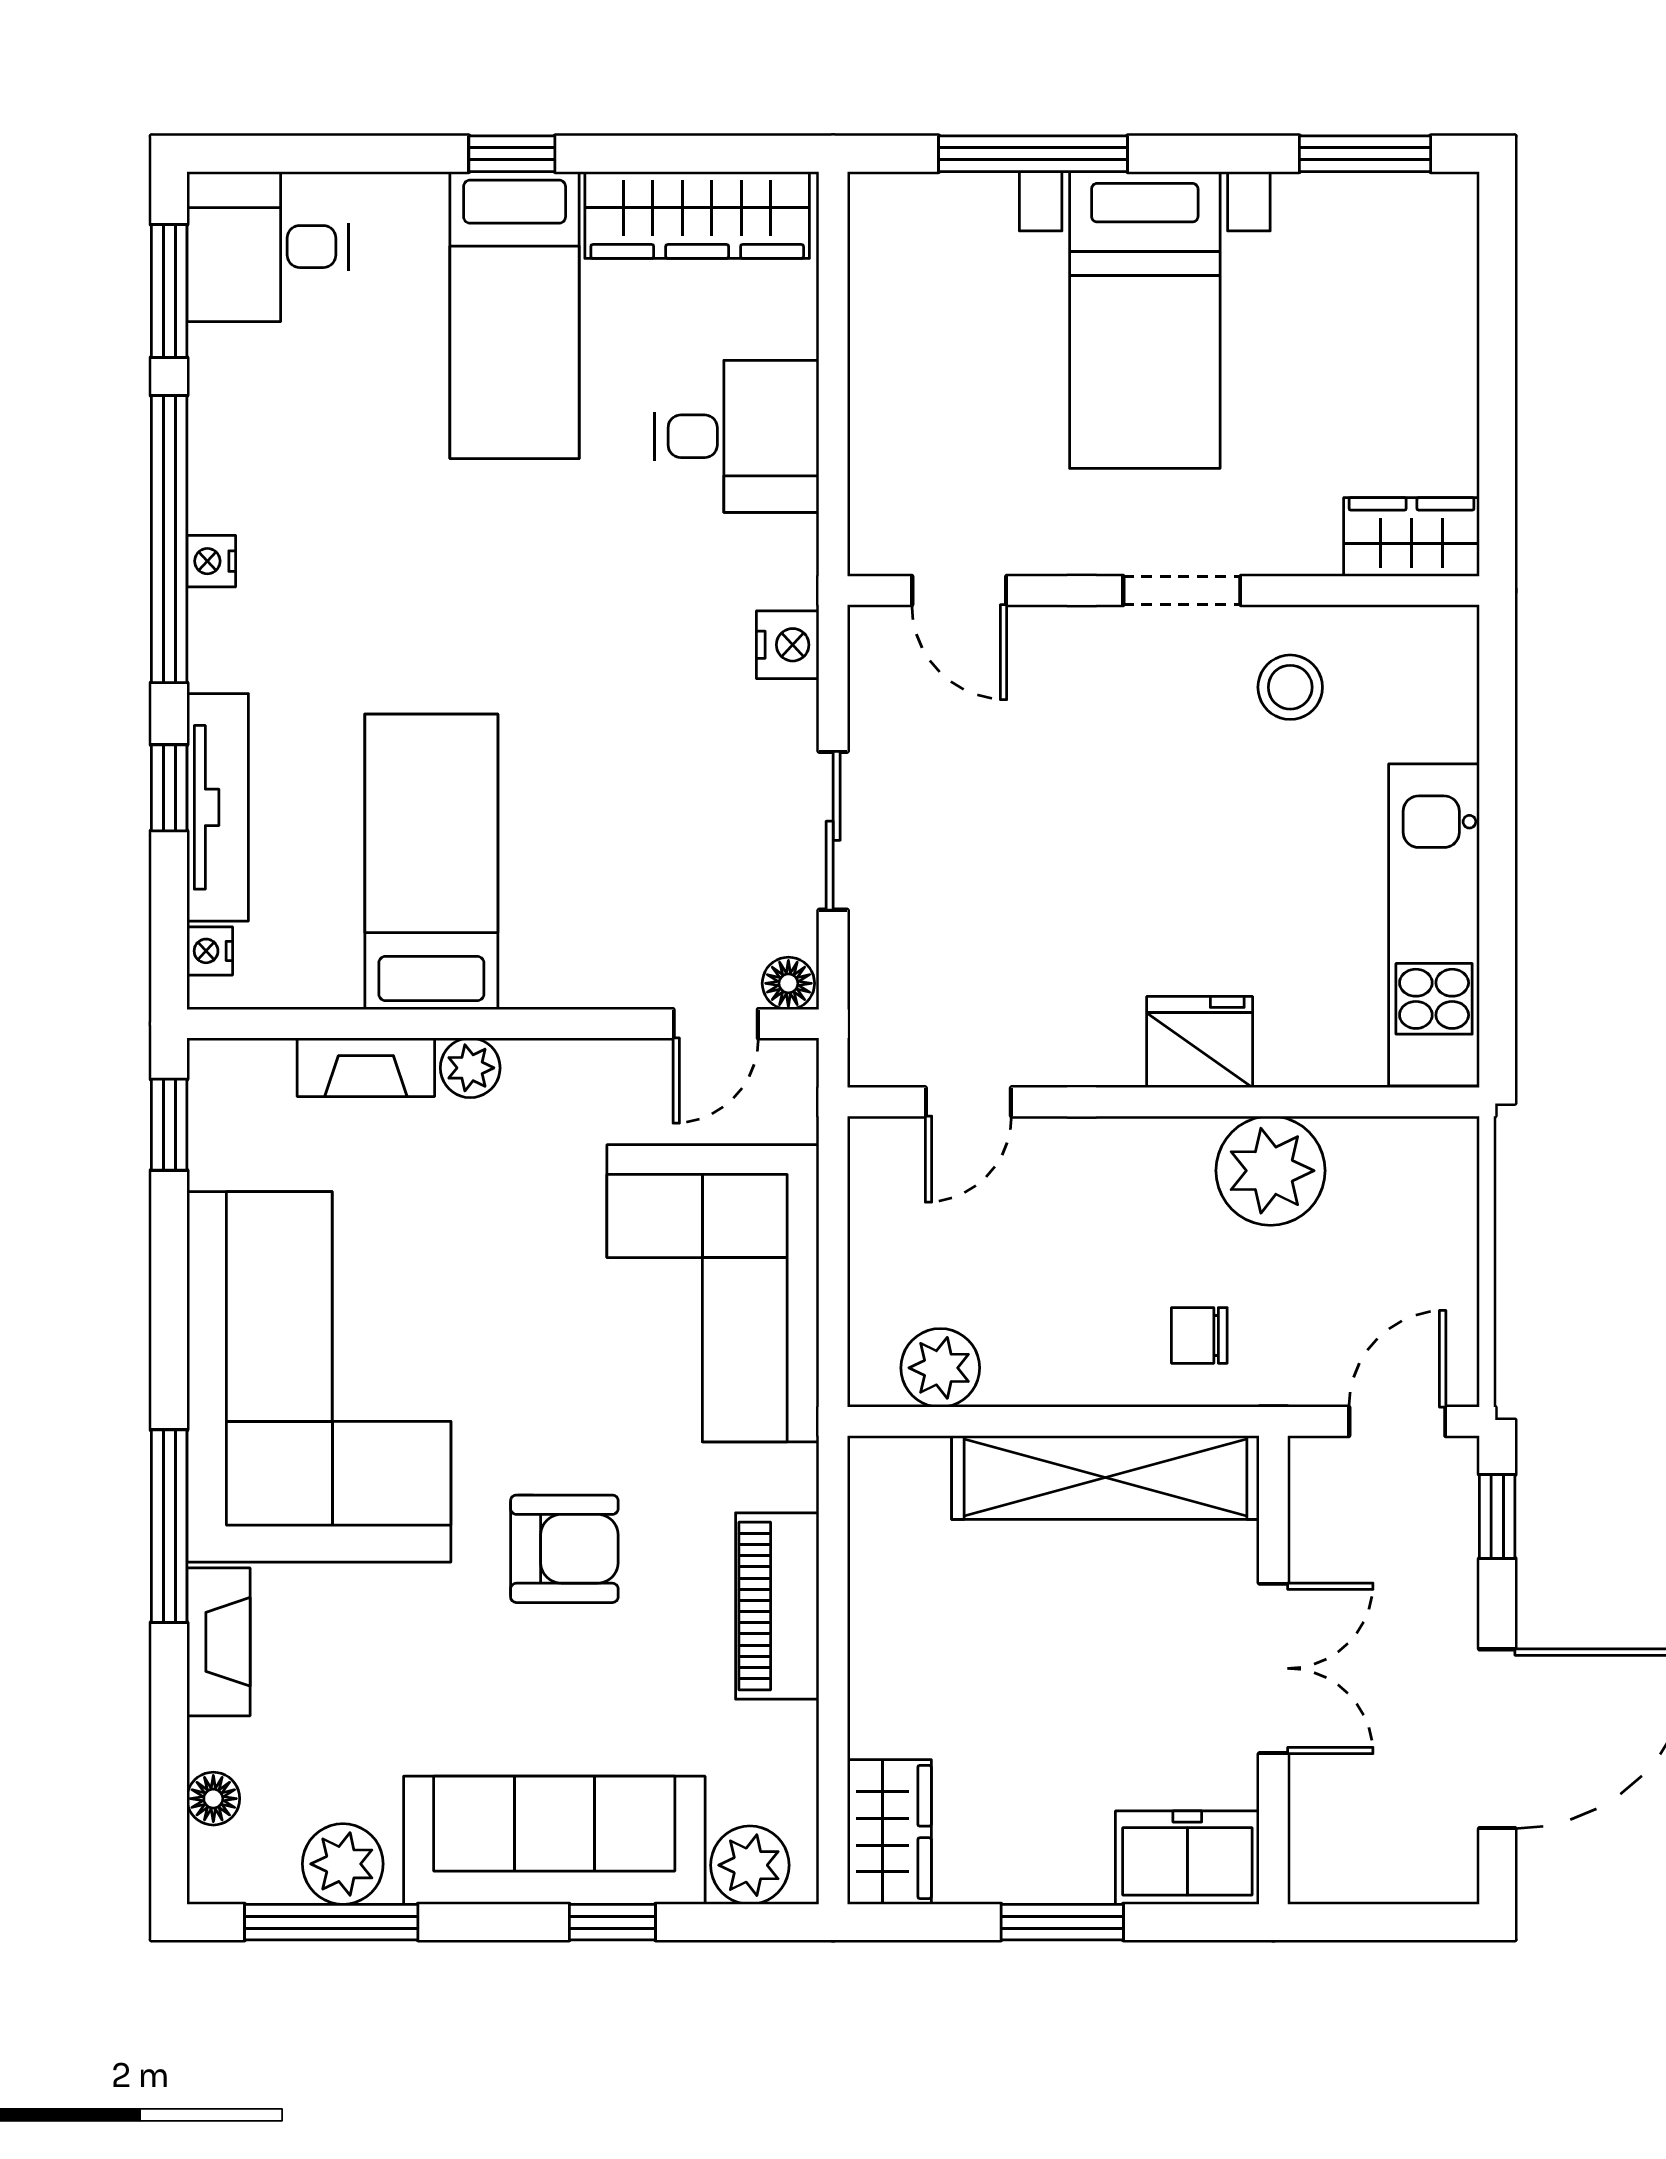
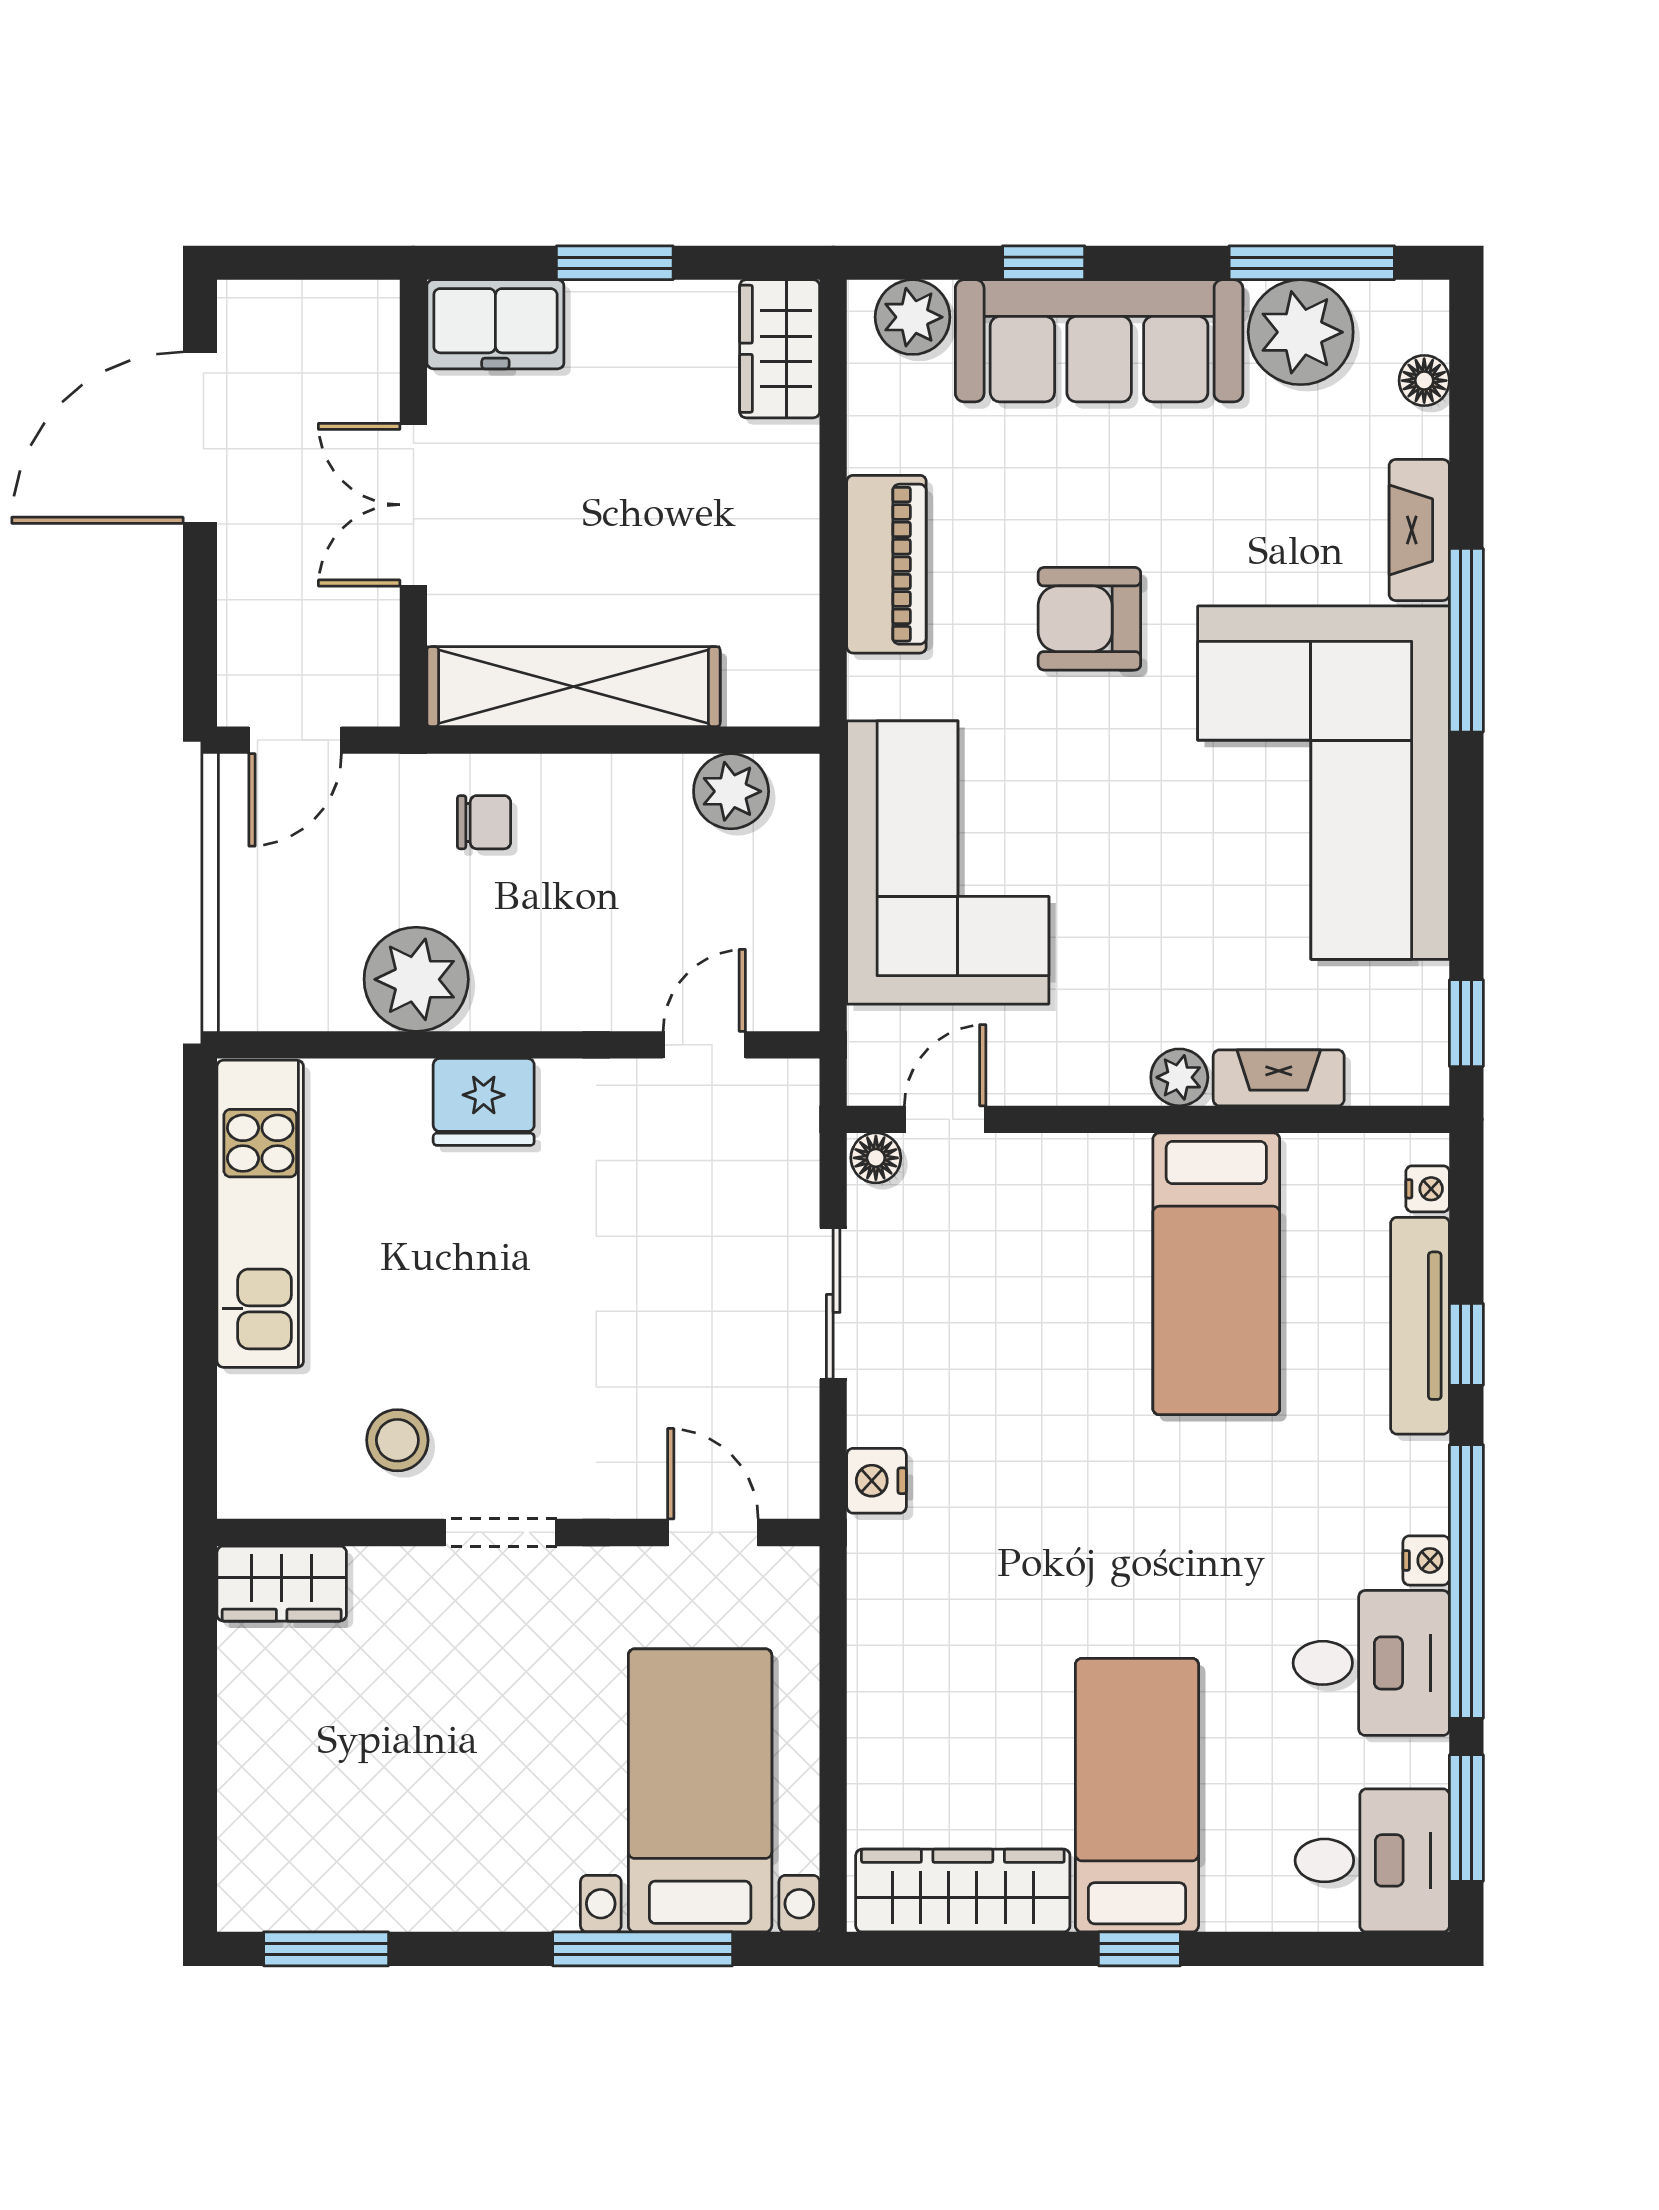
bed with nightstands: (1145, 320) -> (700, 1790), moved
desk: (737, 436) -> (1371, 1663), moved, turned 180
window: (1497, 1516) -> (200, 650), removed
plant: (343, 1864) -> (1301, 332), width x1.36, depth x1.36

